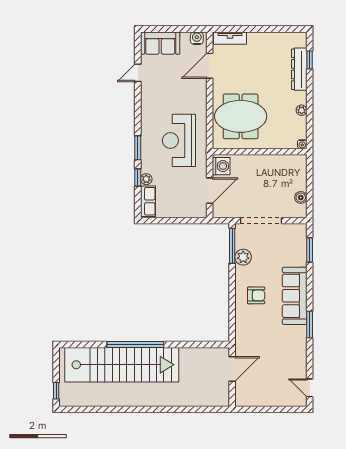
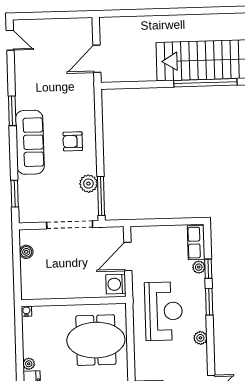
plant: (302, 110) -> (29, 364), moved
plant: (147, 116) -> (200, 338), added

